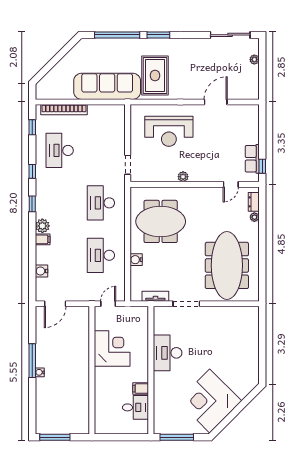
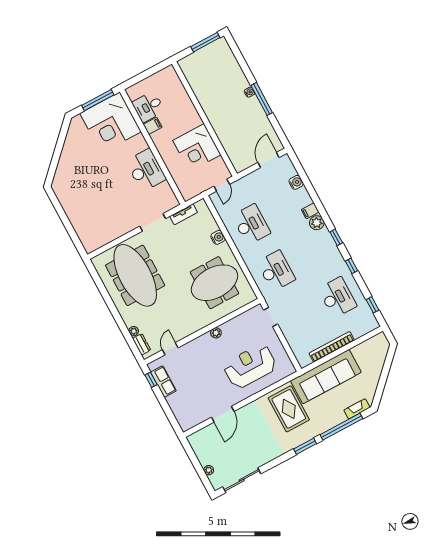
fireplace: (95, 43) -> (357, 409), added
bookcase: (64, 110) -> (332, 347), moved
corner desk: (210, 401) -> (111, 123), moved, turned 135

